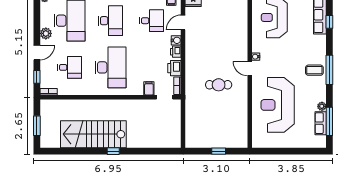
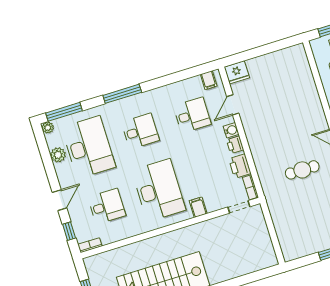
desk: (110, 21) -> (140, 131), width x0.73
plant: (46, 33) -> (58, 155), moved
filing cabinet: (149, 88) -> (198, 207), moved

